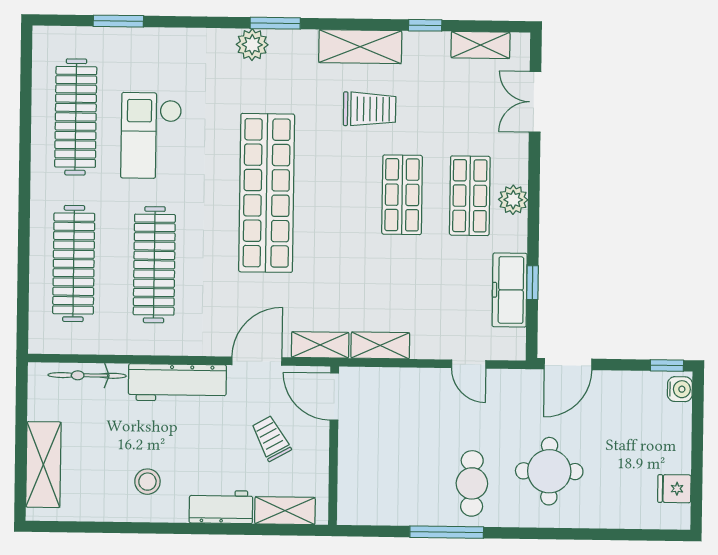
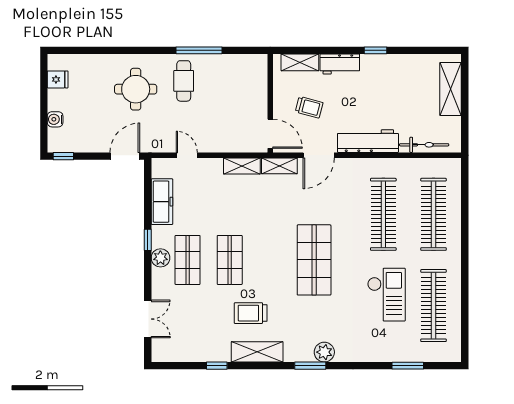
shelving: (480, 45) -> (182, 354), removed
shop shelf: (267, 193) -> (314, 260), width x0.71
window: (532, 283) -> (148, 240), moved
water cooler: (680, 389) -> (55, 119), moved
trolley: (271, 438) -> (309, 107), turned -46
stool: (147, 482) -> (386, 79), removed
window: (163, 528) -> (376, 50), added

